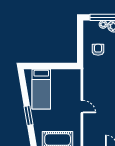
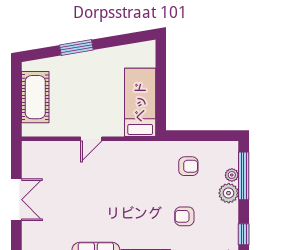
bed: (41, 89) -> (140, 102), moved, turned 90

